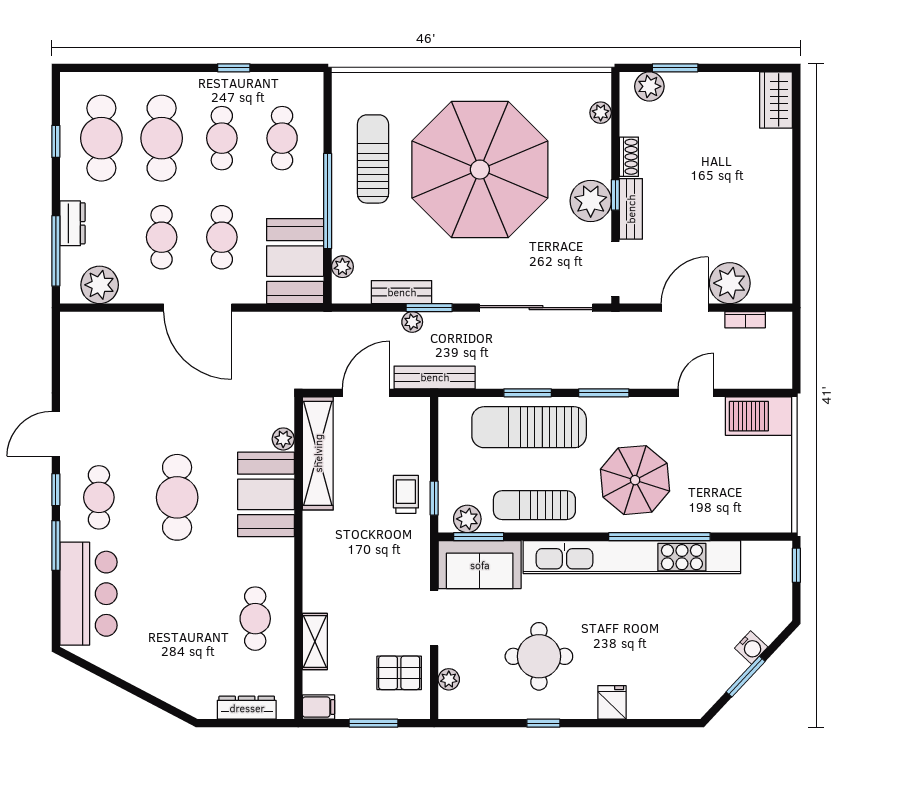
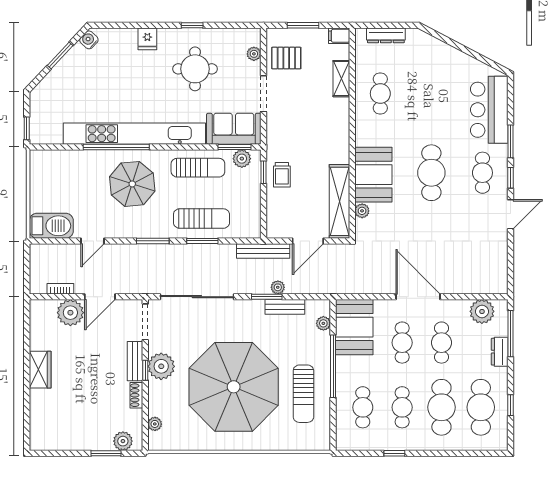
wardrobe: (776, 100) -> (40, 370), moved
sun lounger: (529, 427) -> (201, 219), width x0.73, depth x0.75
water cooler: (751, 647) -> (89, 40), moved

